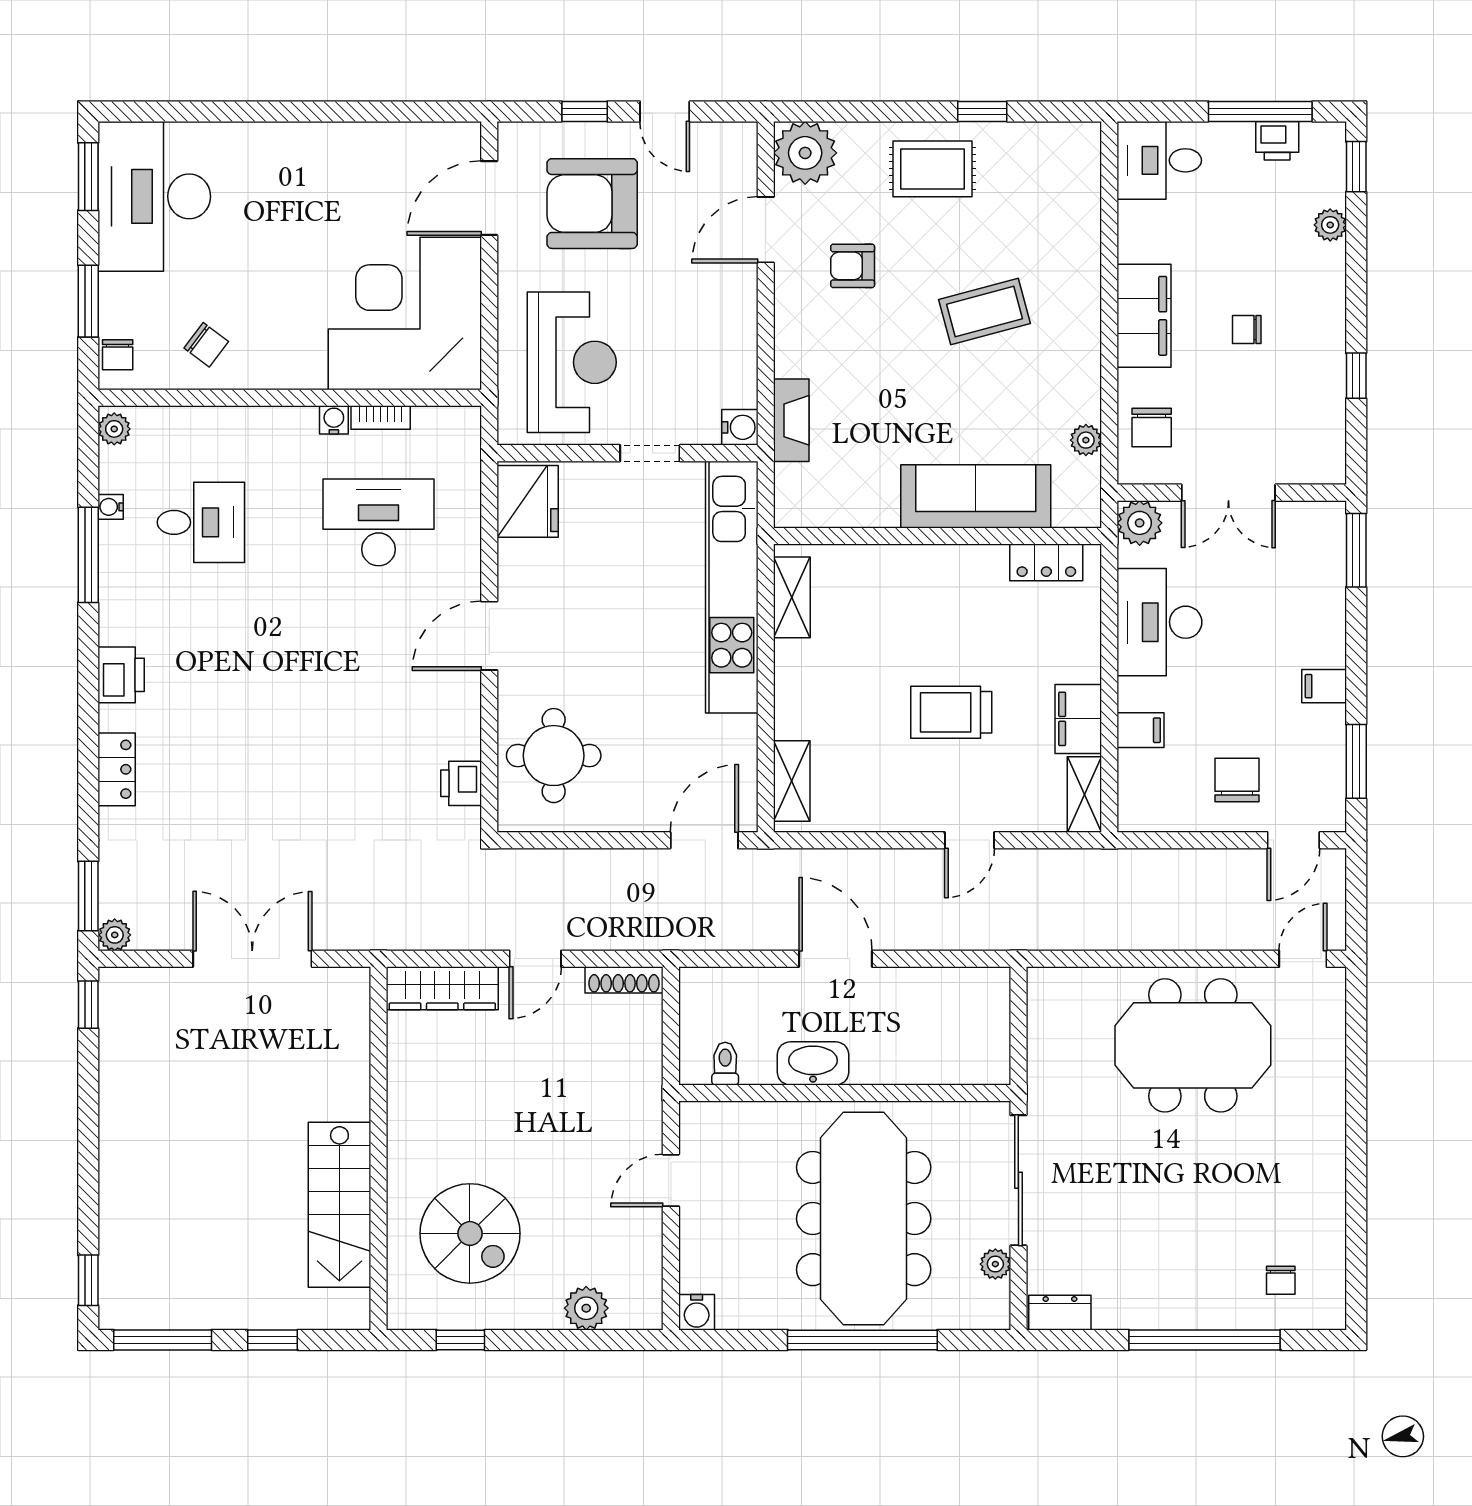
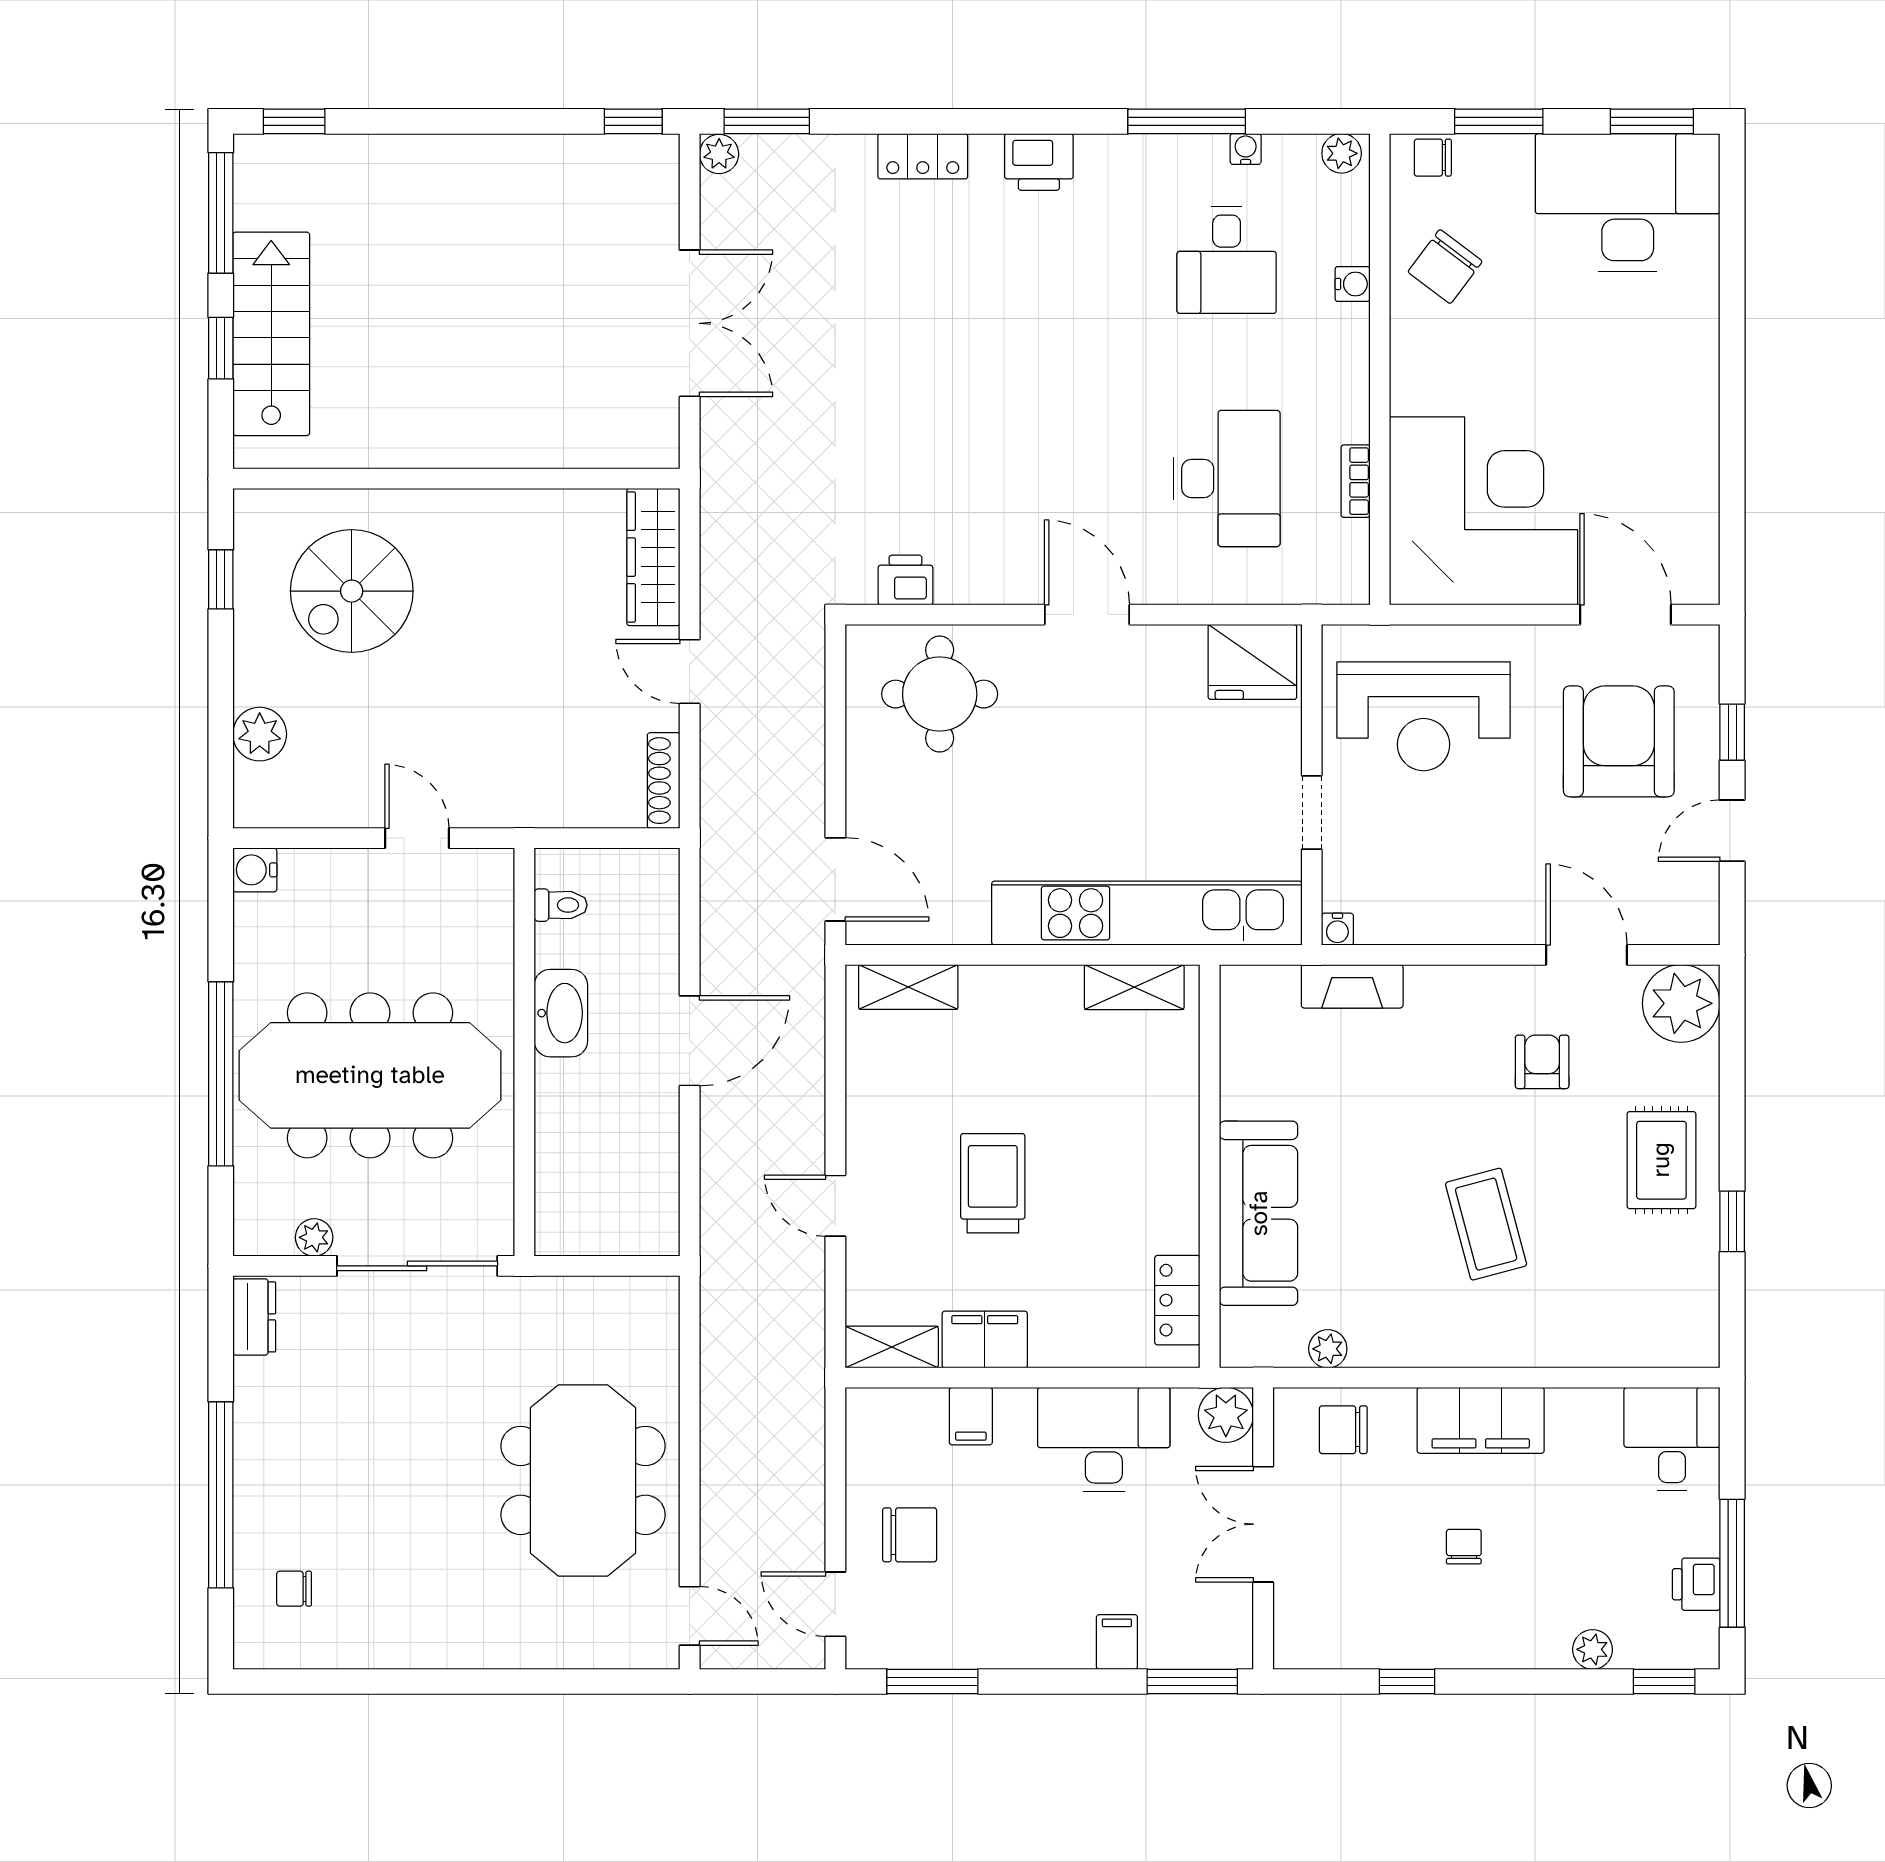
chair: (206, 345) -> (1445, 267), width x1.37, depth x1.37
water cooler: (334, 420) -> (1353, 284), moved
water cooler: (740, 427) -> (1337, 929), width x0.72, depth x0.72
filing cabinet: (1324, 686) -> (1117, 1642), moved
stairs: (339, 1205) -> (271, 334), moved, turned 90

